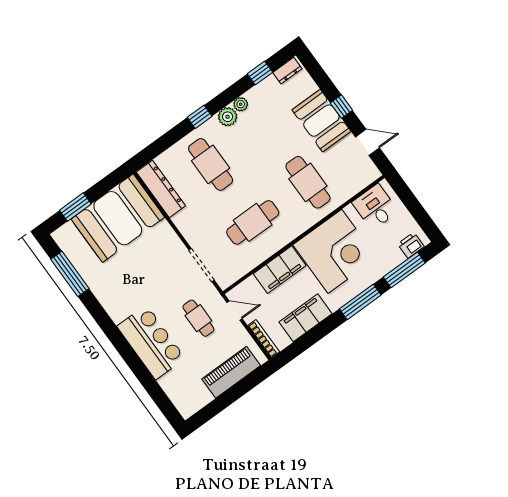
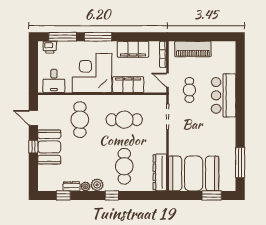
dresser: (287, 71) -> (72, 186), moved

